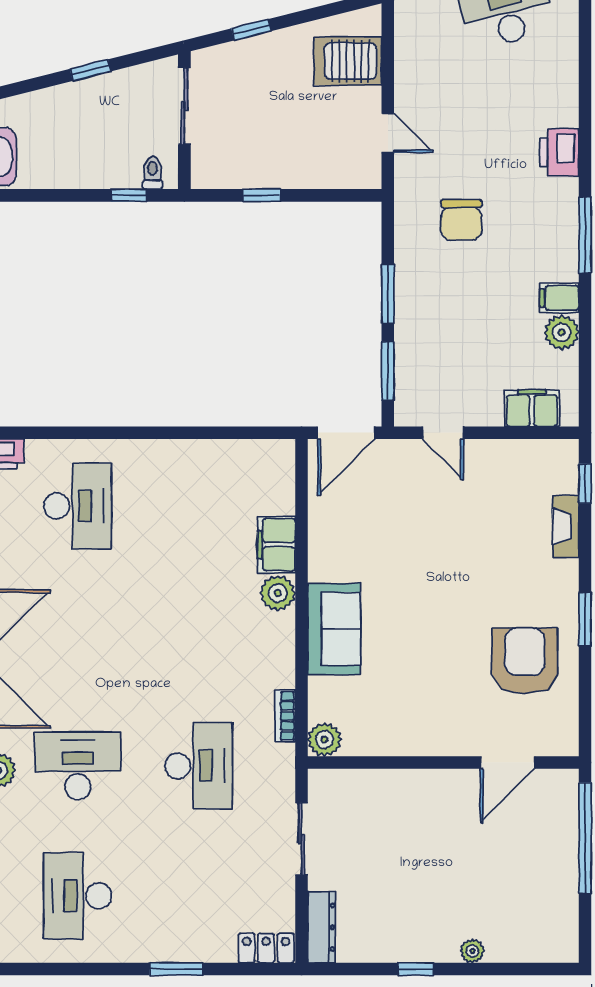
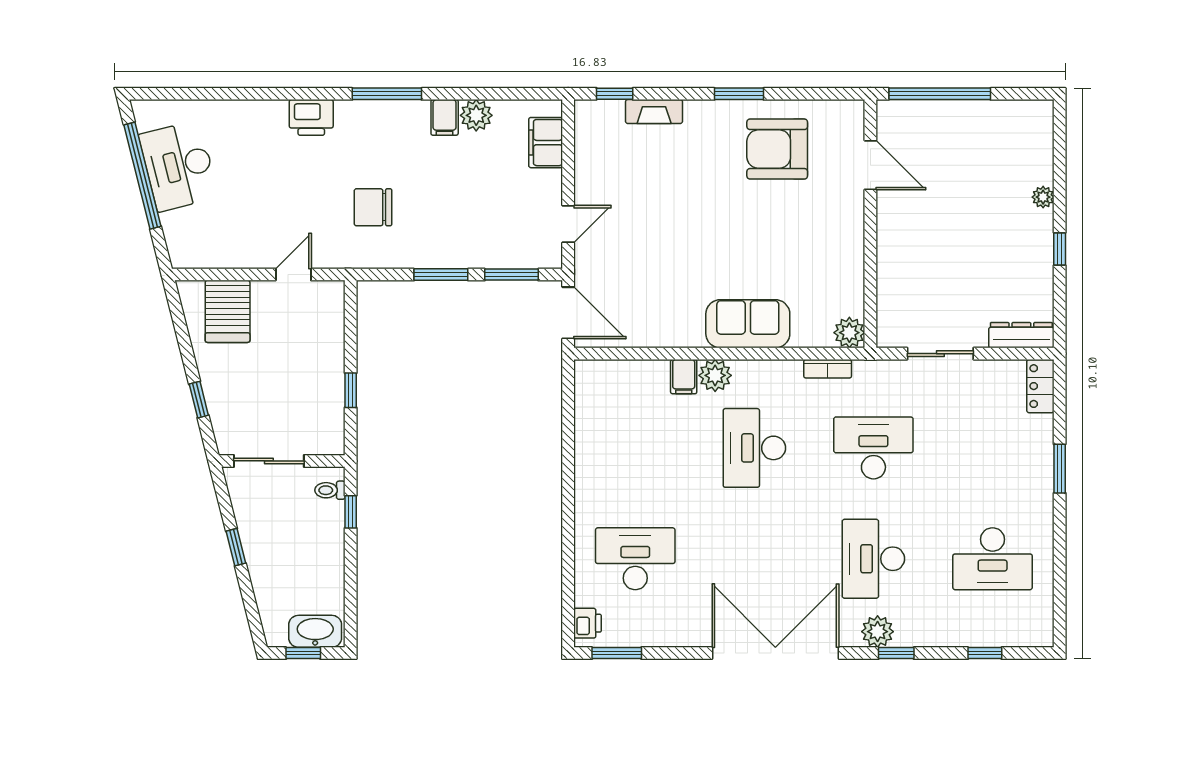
chair: (461, 220) -> (373, 207), turned 180
filing cabinet: (276, 545) -> (684, 377), width x0.50
desk: (199, 636) -> (754, 448), added

